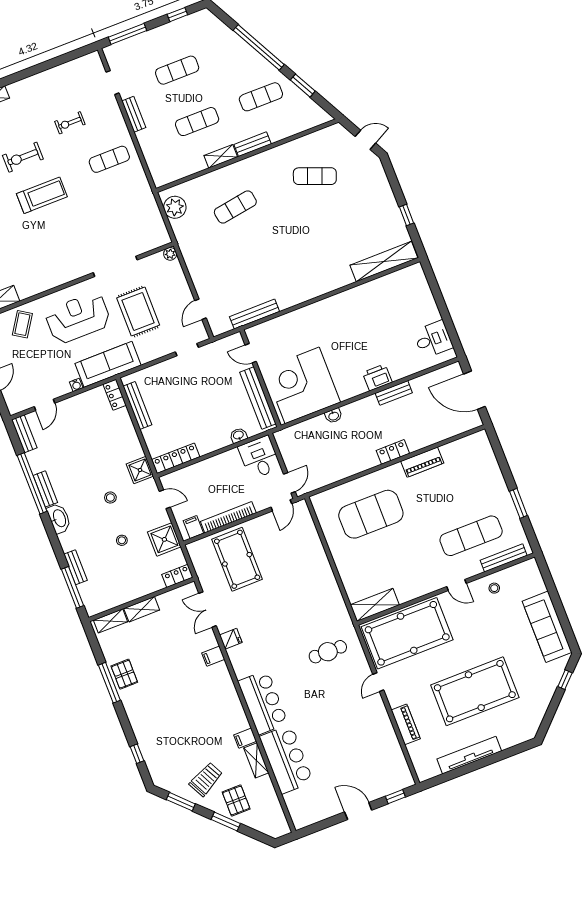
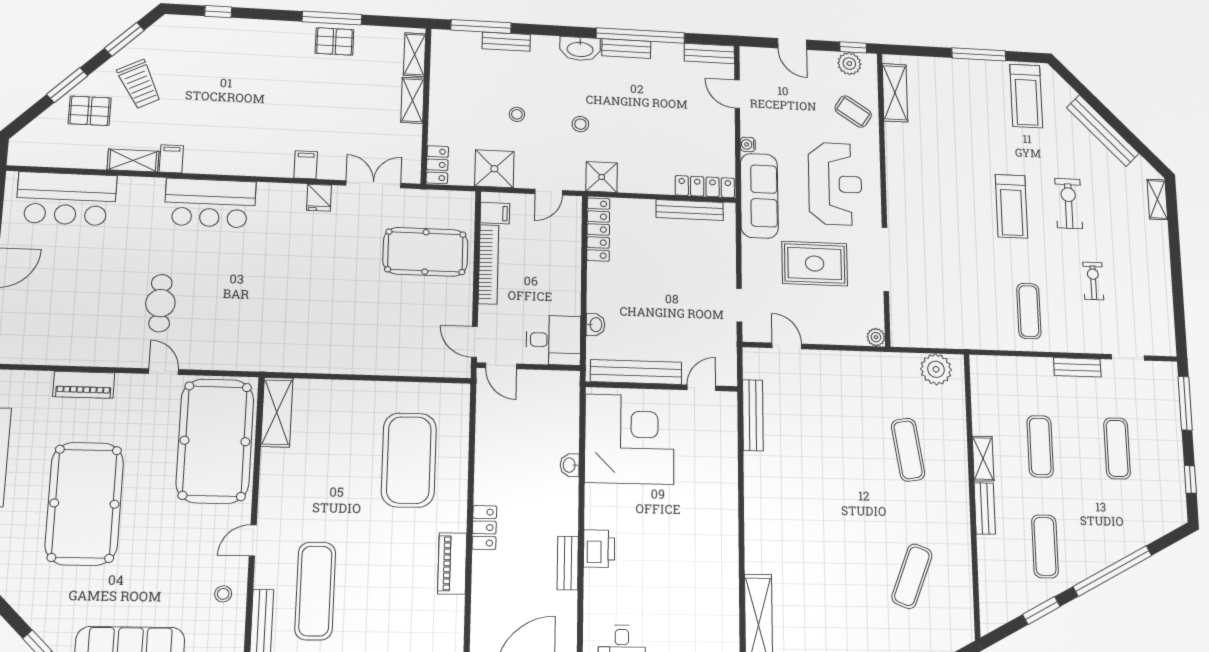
locker: (115, 395) -> (705, 187), width x1.53
cafe table: (328, 652) -> (160, 303), moved
bar counter: (286, 759) -> (66, 199), moved

